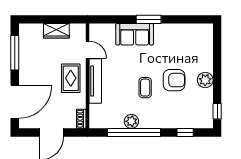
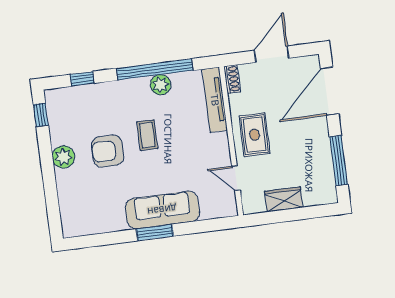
sofa: (135, 34) -> (162, 210), width x1.36
tv unit: (95, 81) -> (215, 100), moved

